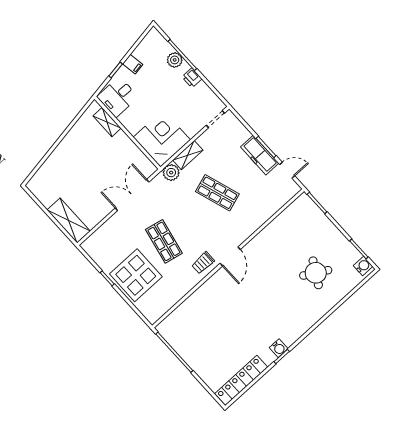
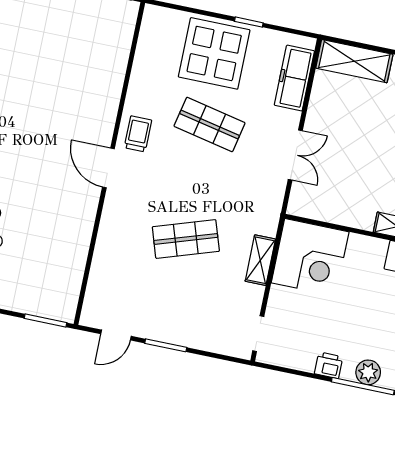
freezer: (260, 155) -> (294, 78), moved, turned -90
plant: (171, 173) -> (266, 222), removed
double door: (132, 195) -> (295, 155), width x0.73

